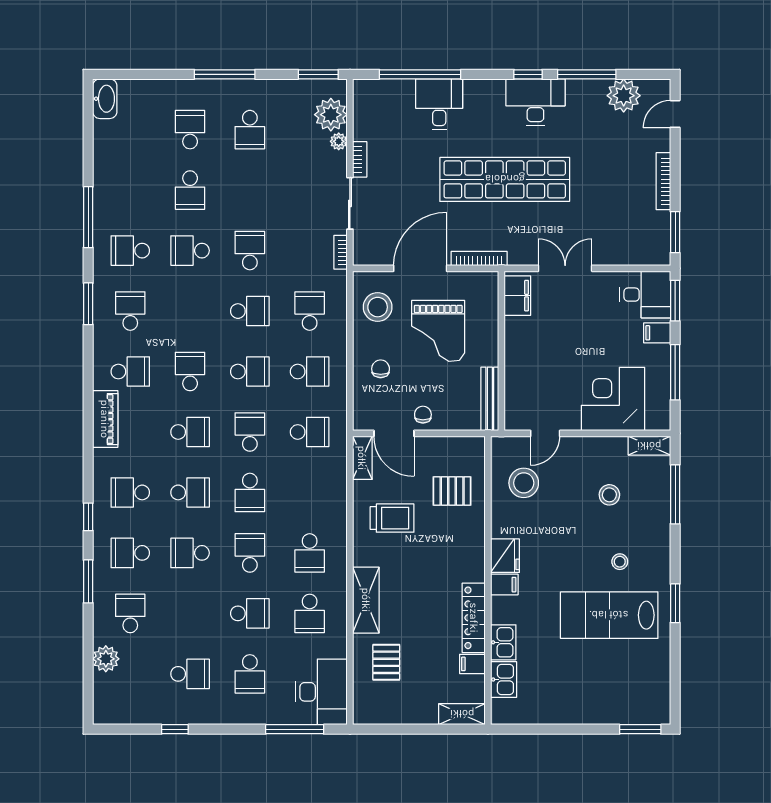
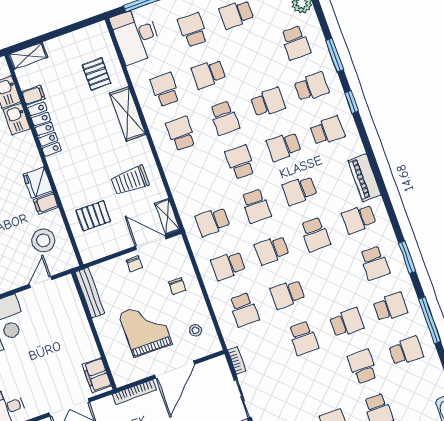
school desk: (130, 190) -> (406, 351), added
stool: (378, 307) -> (195, 330), width x0.53, depth x0.53
filing cabinet: (504, 585) -> (46, 203), moved

